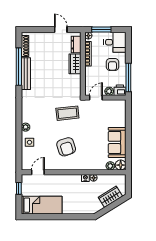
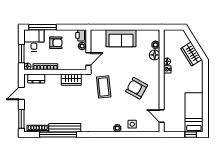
window: (35, 30) -> (21, 119), added
wardrobe: (75, 64) -> (71, 80), moved
window: (128, 78) -> (42, 27), moved
door: (96, 98) -> (88, 59), swing flipped
sofa: (117, 142) -> (121, 38), moved
armchair: (66, 147) -> (137, 88), turned -133
floor lamp: (121, 165) -> (155, 55), moved
window: (19, 188) -> (191, 135), moved
wardrobe: (110, 197) -> (191, 54), moved

